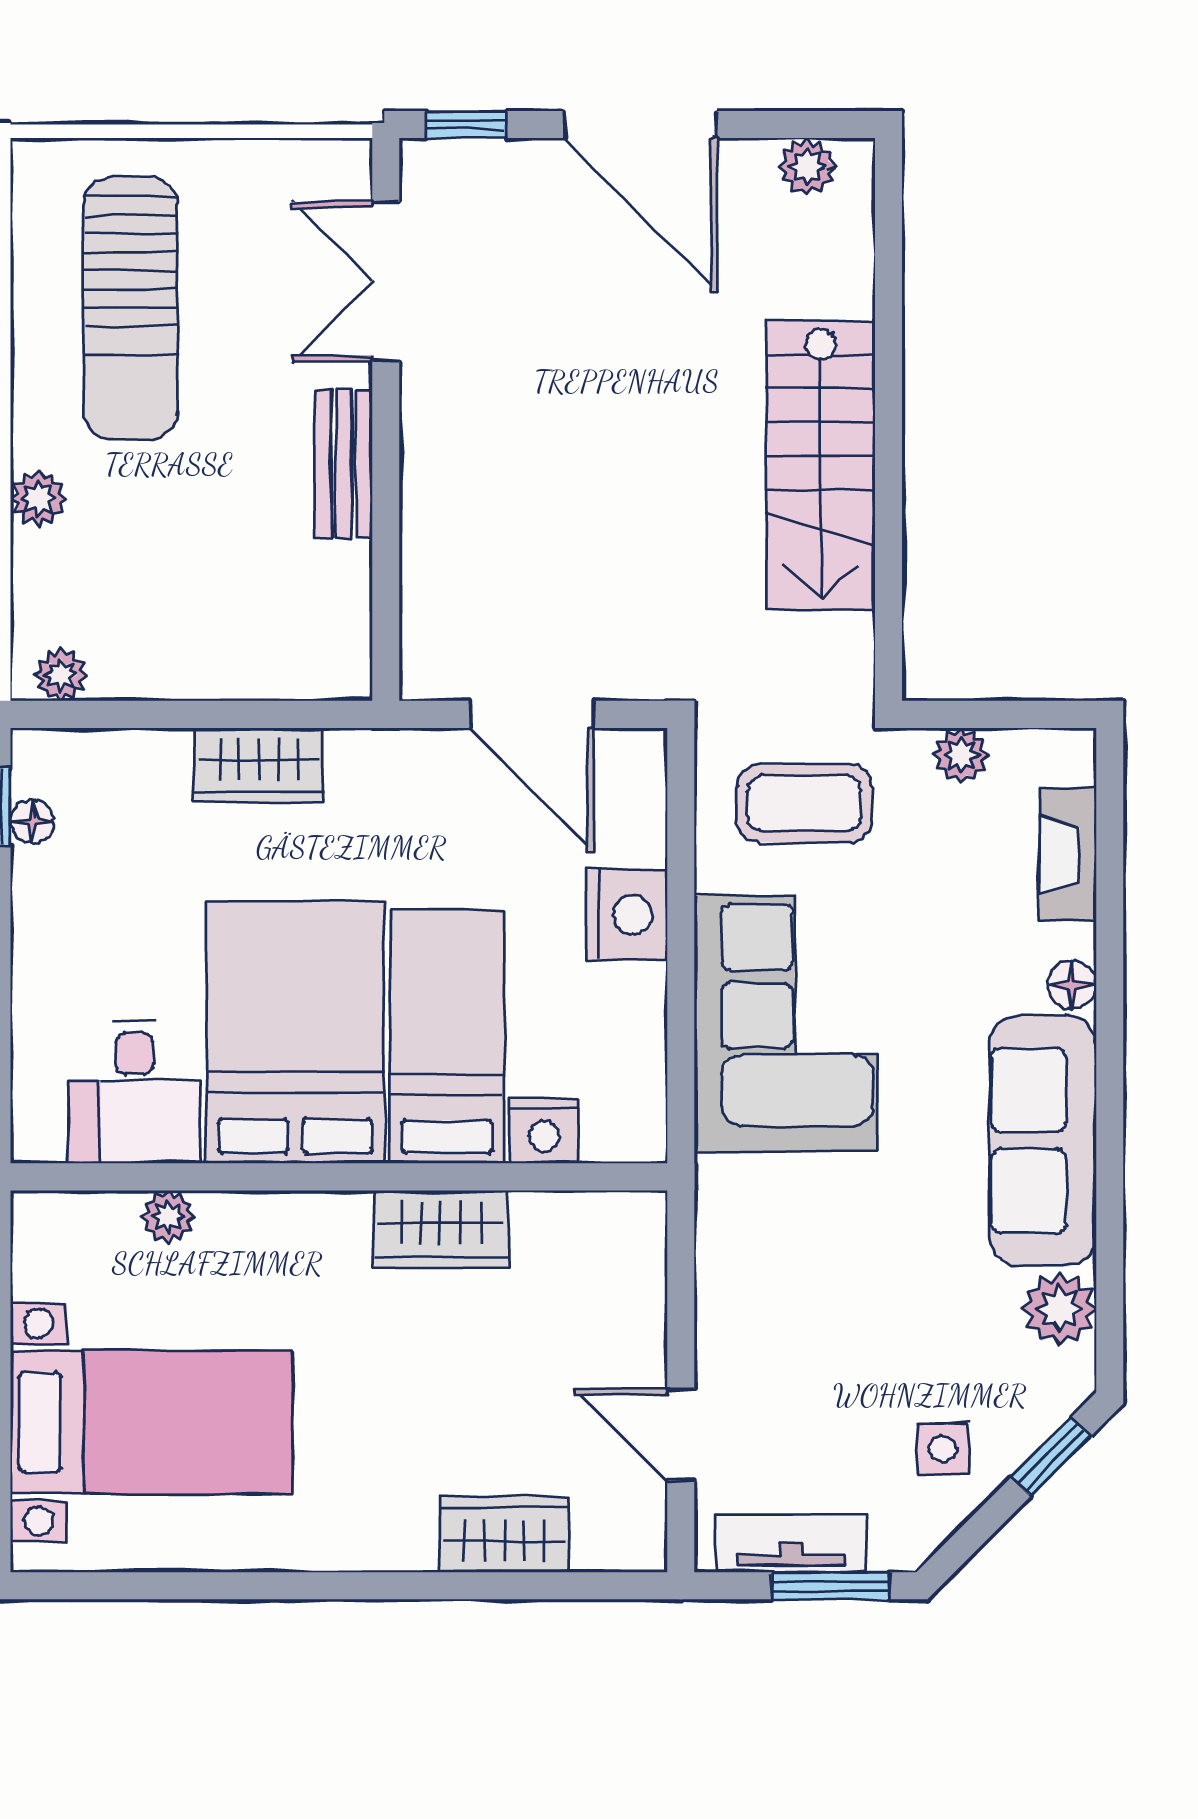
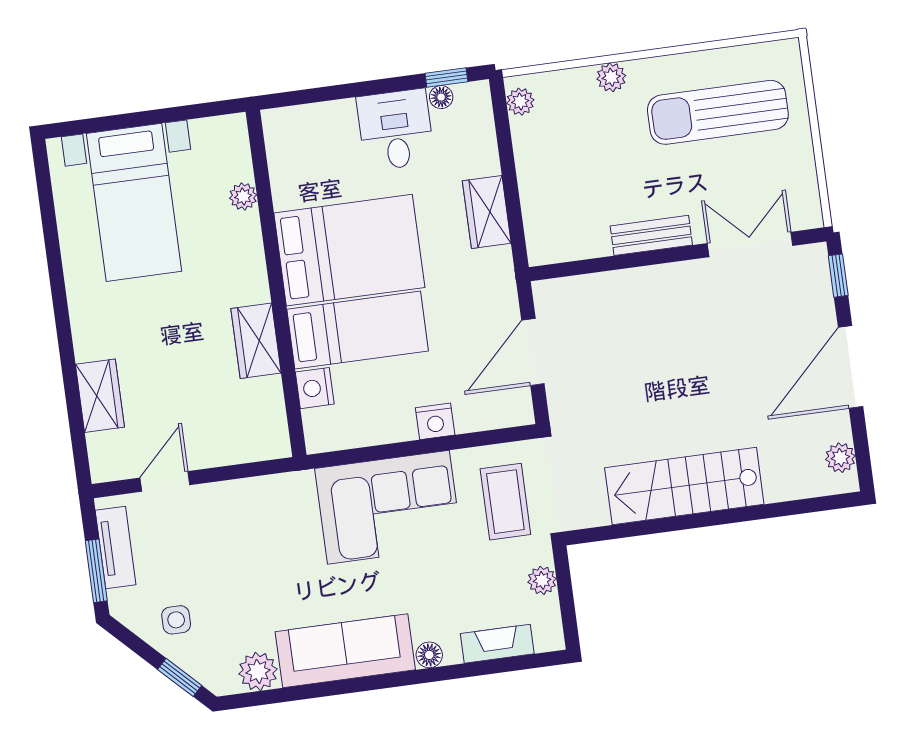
nightstand: (627, 915) -> (435, 421), width x0.74, depth x0.75
desk: (135, 1092) -> (396, 130), moved, turned 90

